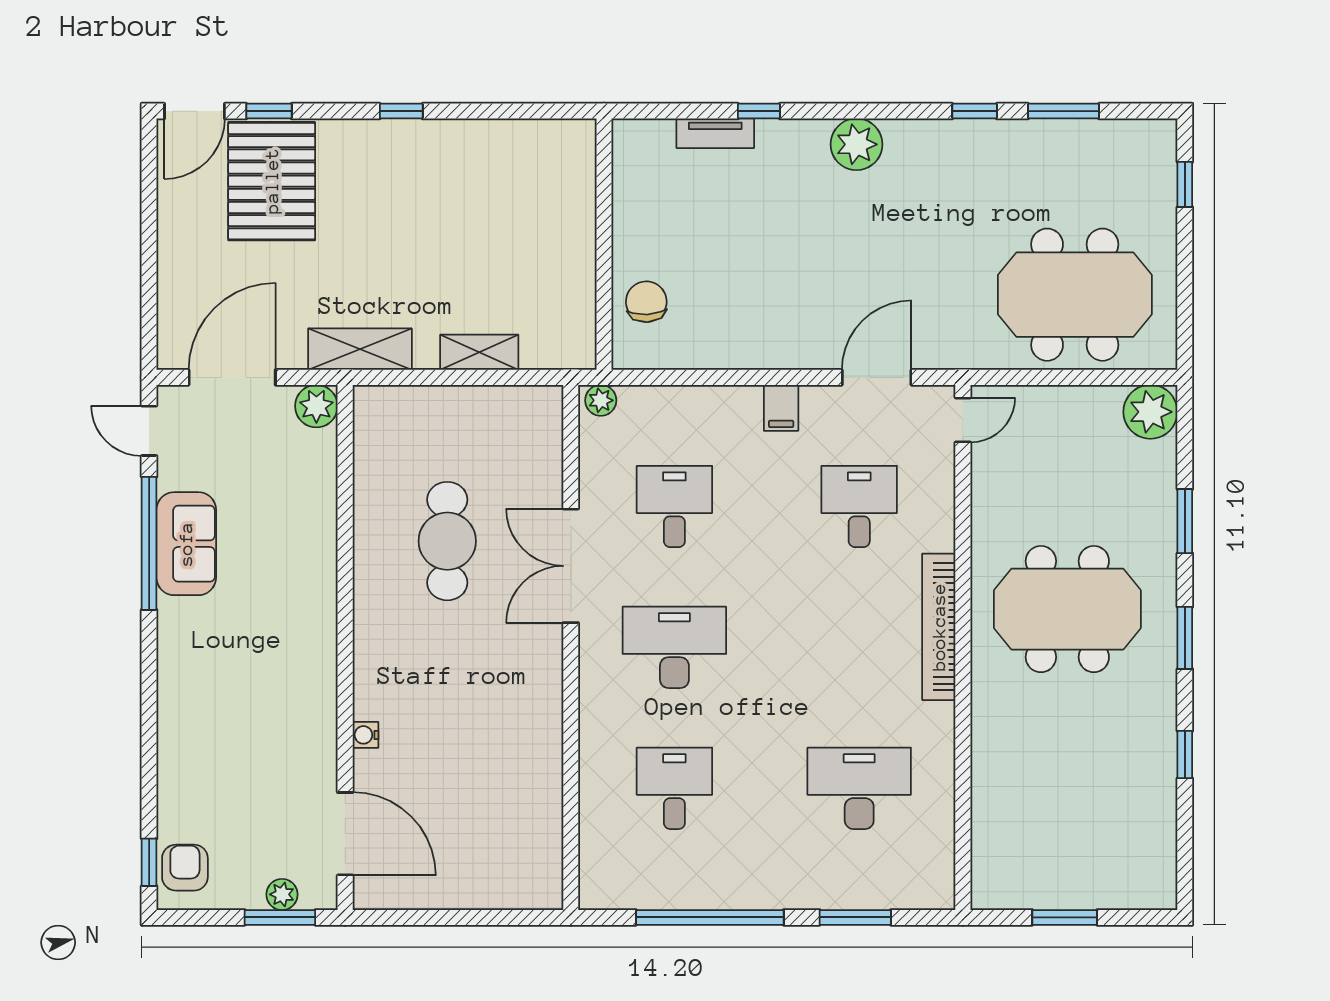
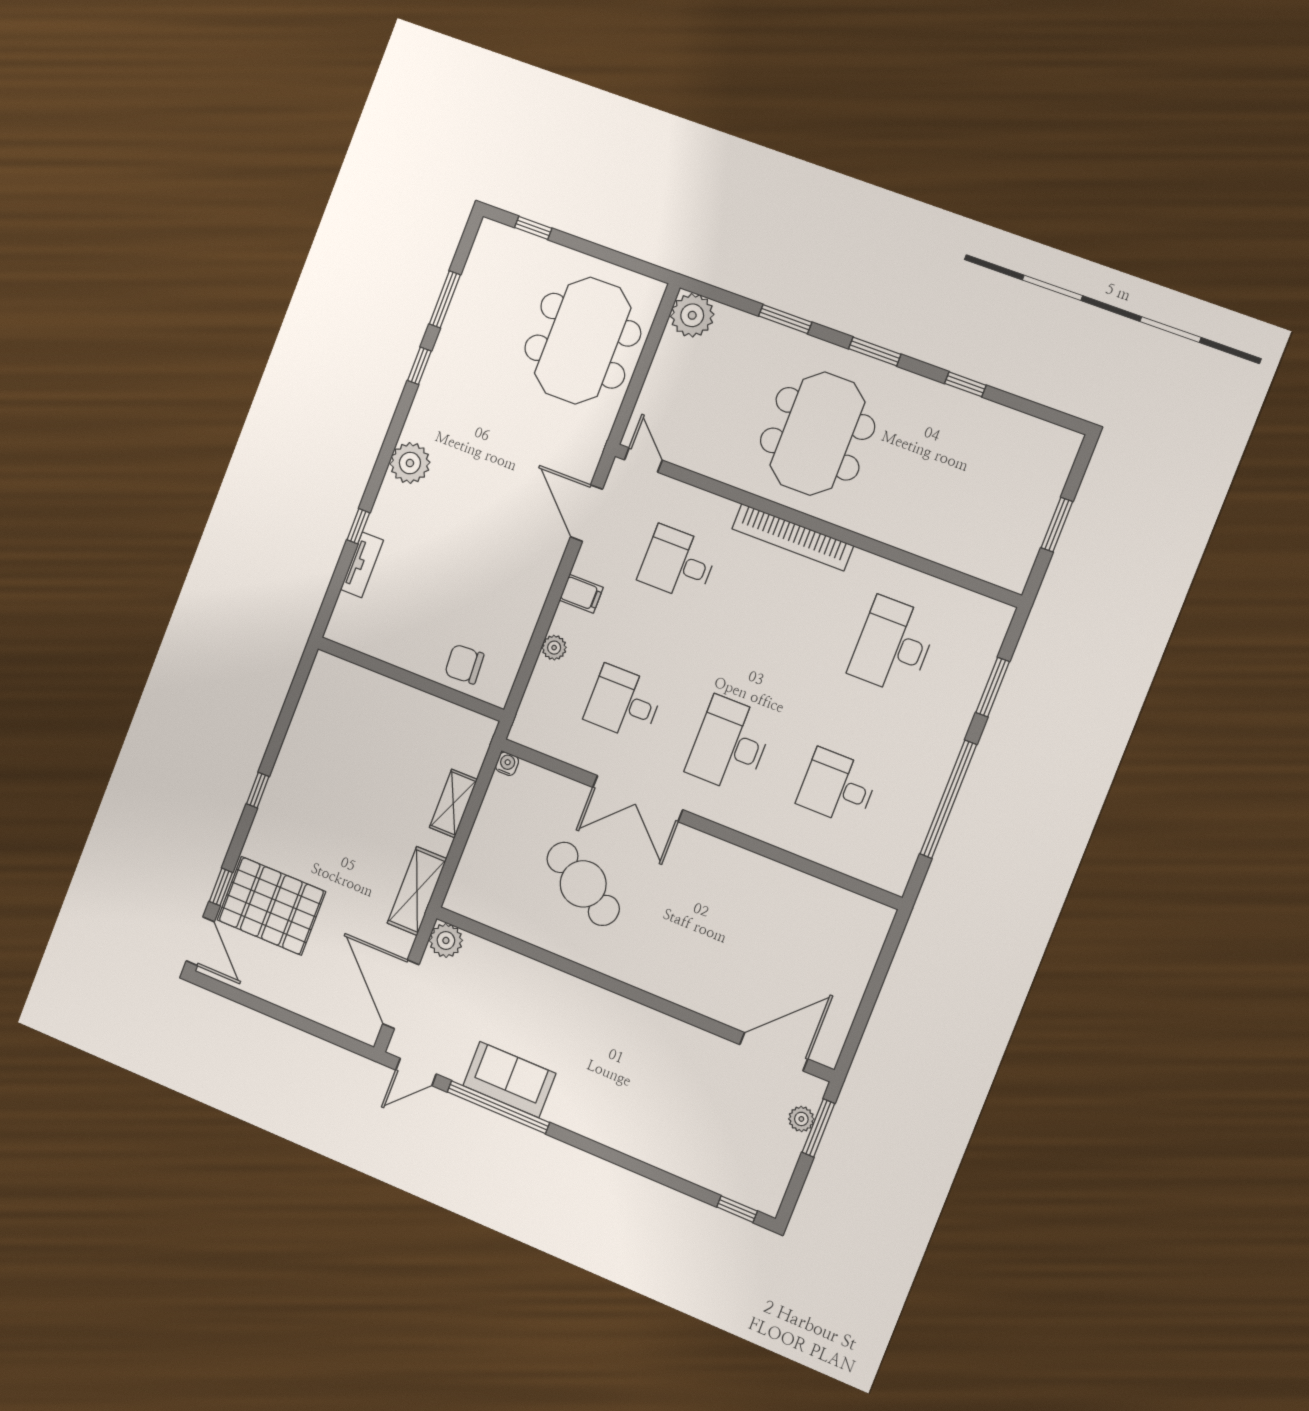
plant: (601, 400) -> (554, 648), moved
cafe table: (447, 541) -> (583, 884), turned 30
water cooler: (365, 735) -> (507, 764), moved, turned 180
armchair: (185, 868) -> (752, 1184), removed

